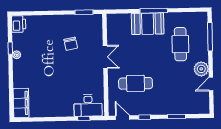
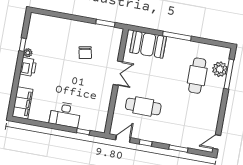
printer: (19, 24) -> (28, 67), moved
booth: (148, 24) -> (148, 44), moved
plant: (201, 69) -> (220, 69), moved
door: (211, 84) -> (217, 142), moved
desk: (88, 105) -> (65, 115), moved
door: (122, 118) -> (123, 139), hinge flipped

